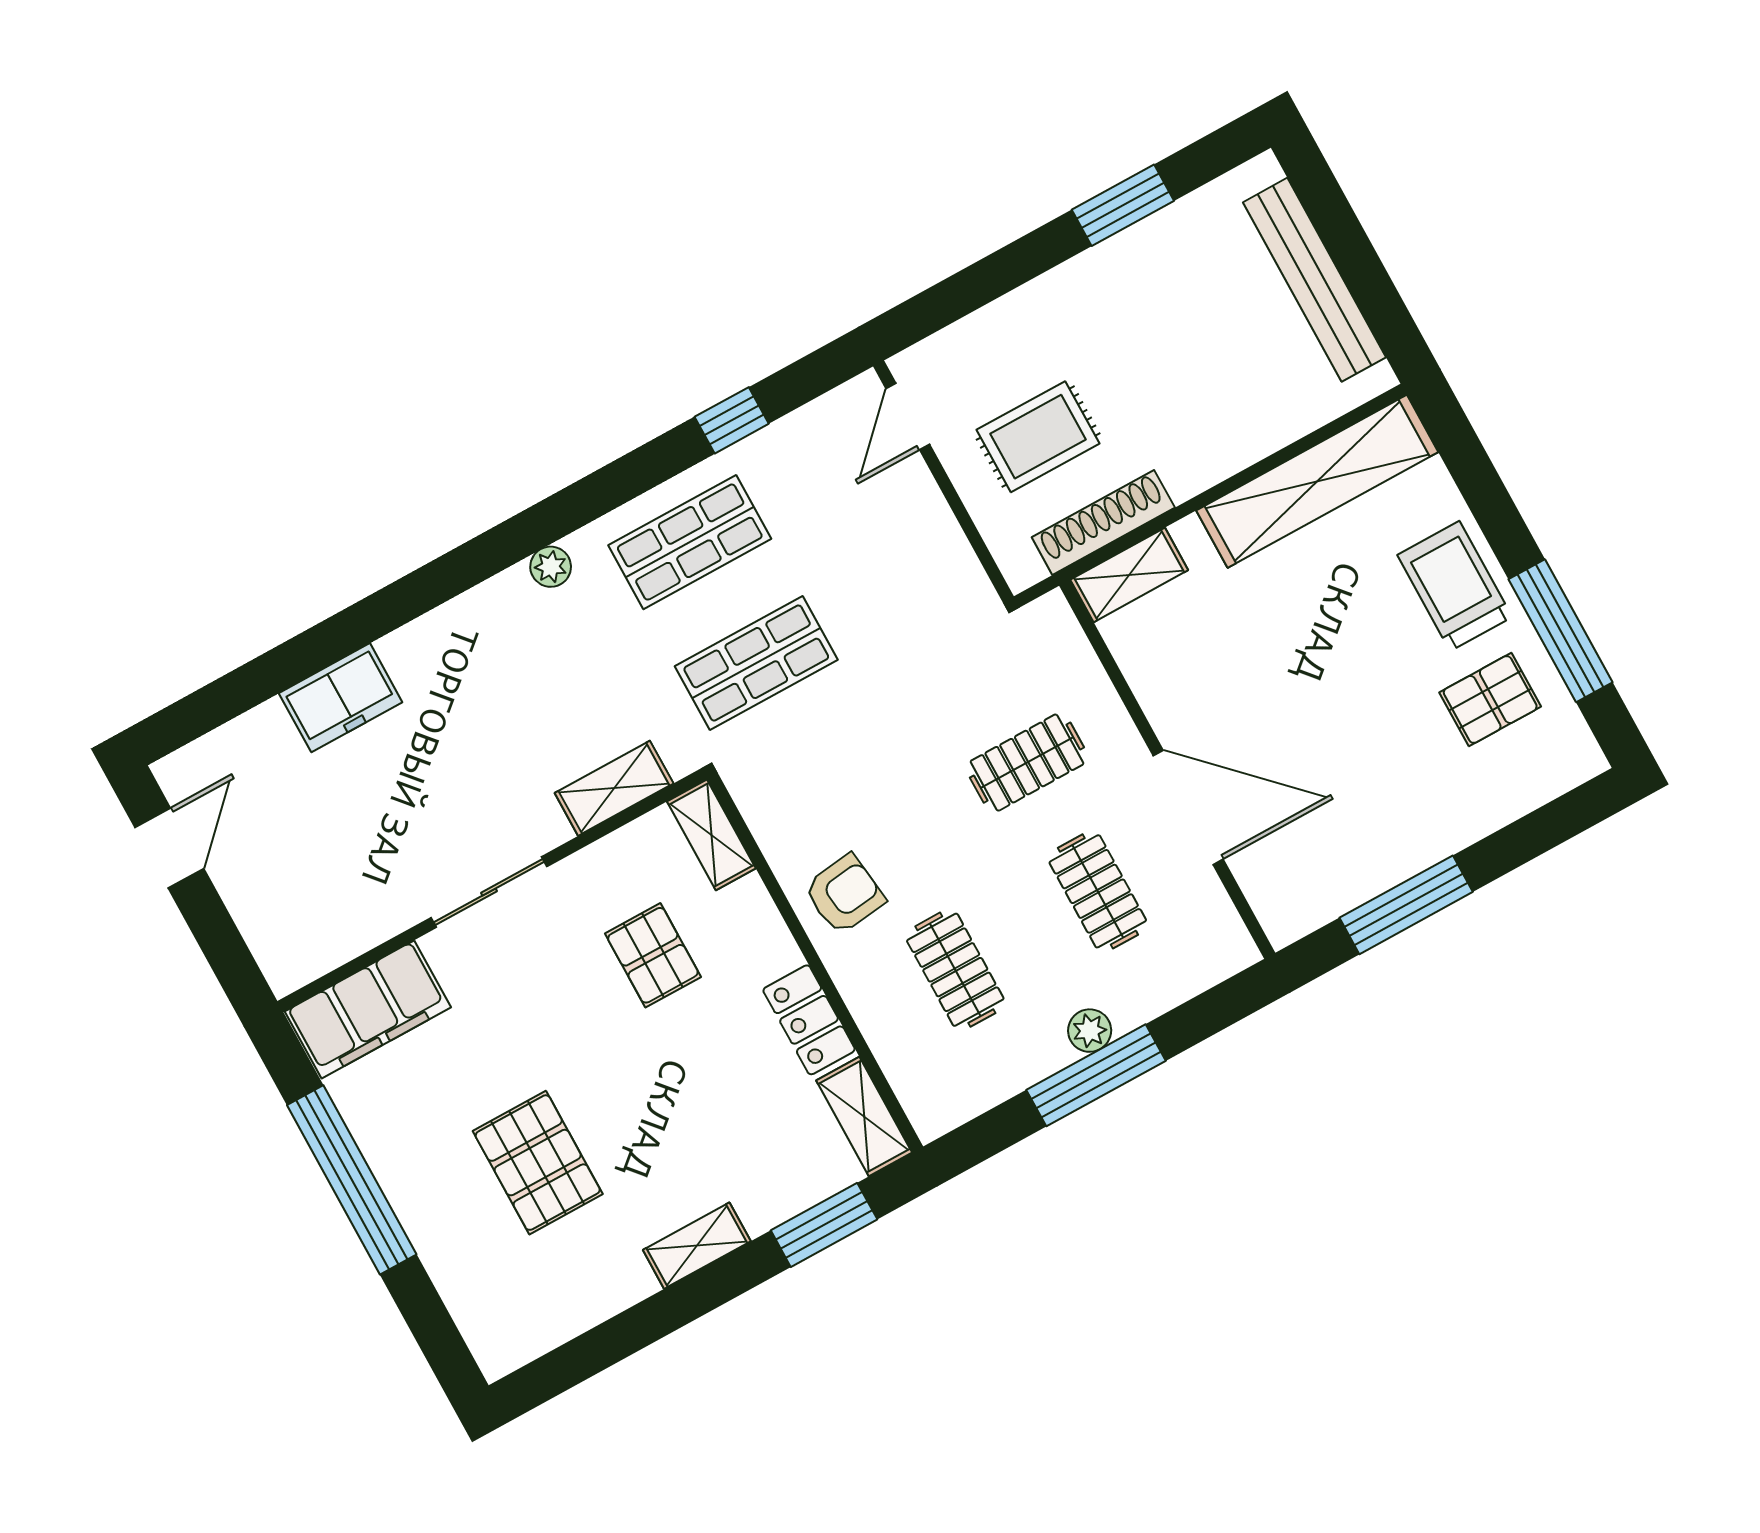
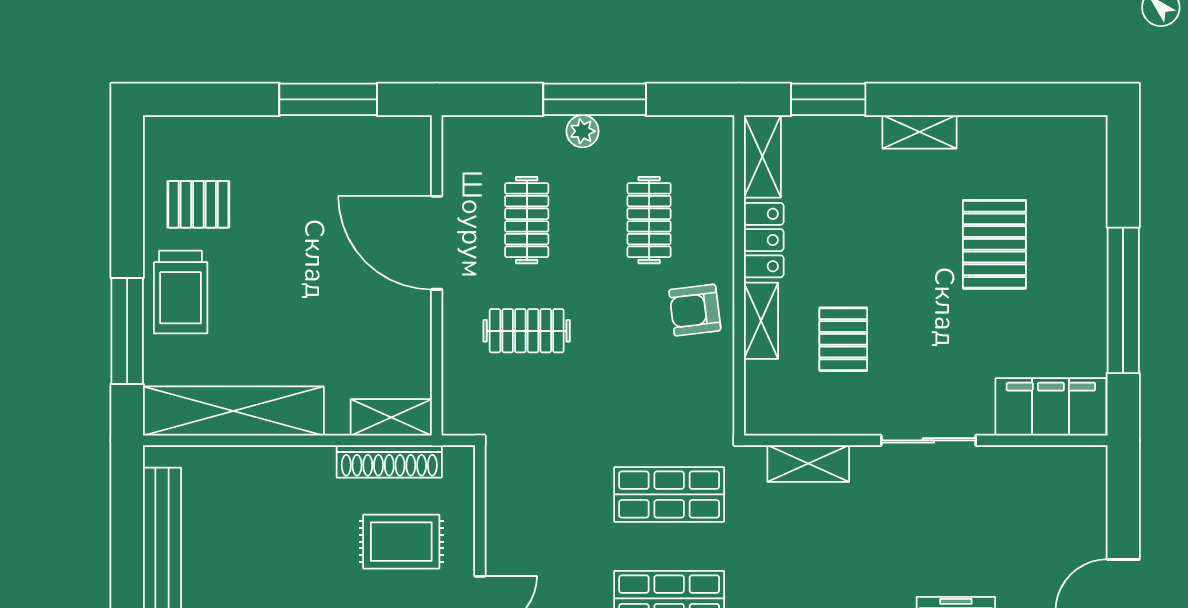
window: (1560, 631) -> (127, 331), moved
shelving: (711, 835) -> (761, 321), moved

